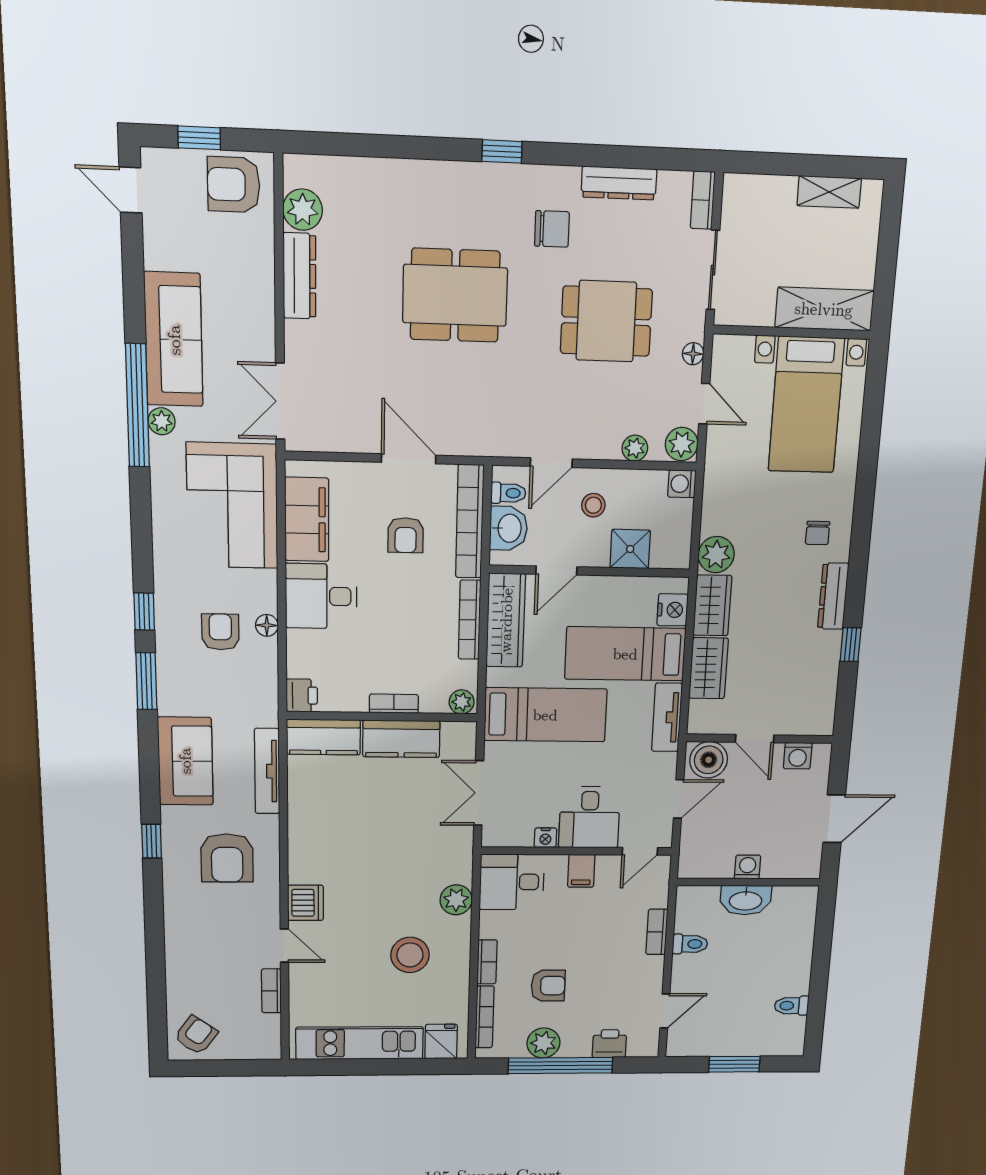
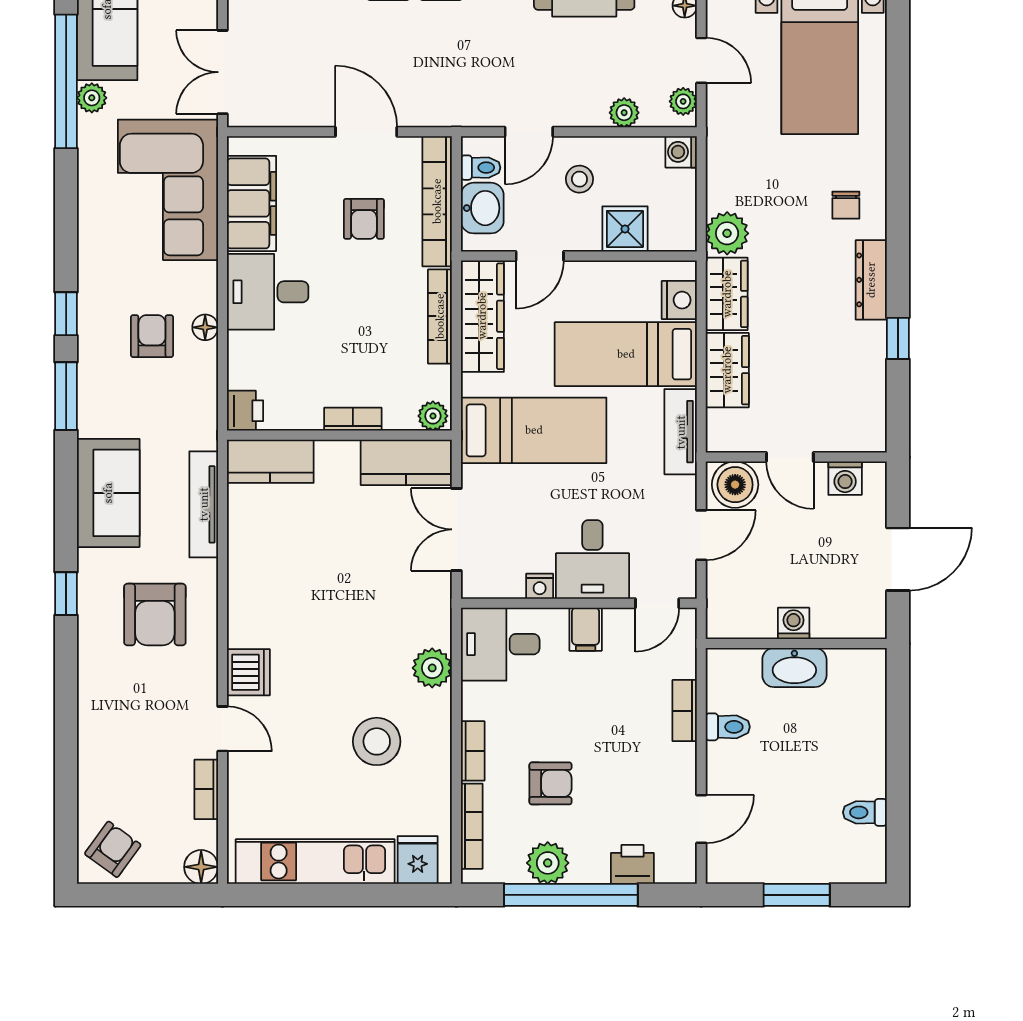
plant: (682, 444) -> (683, 101), width x0.73, depth x0.73
kitchen counter: (401, 739) -> (406, 462), moved
floor lamp: (268, 1048) -> (201, 867), added

